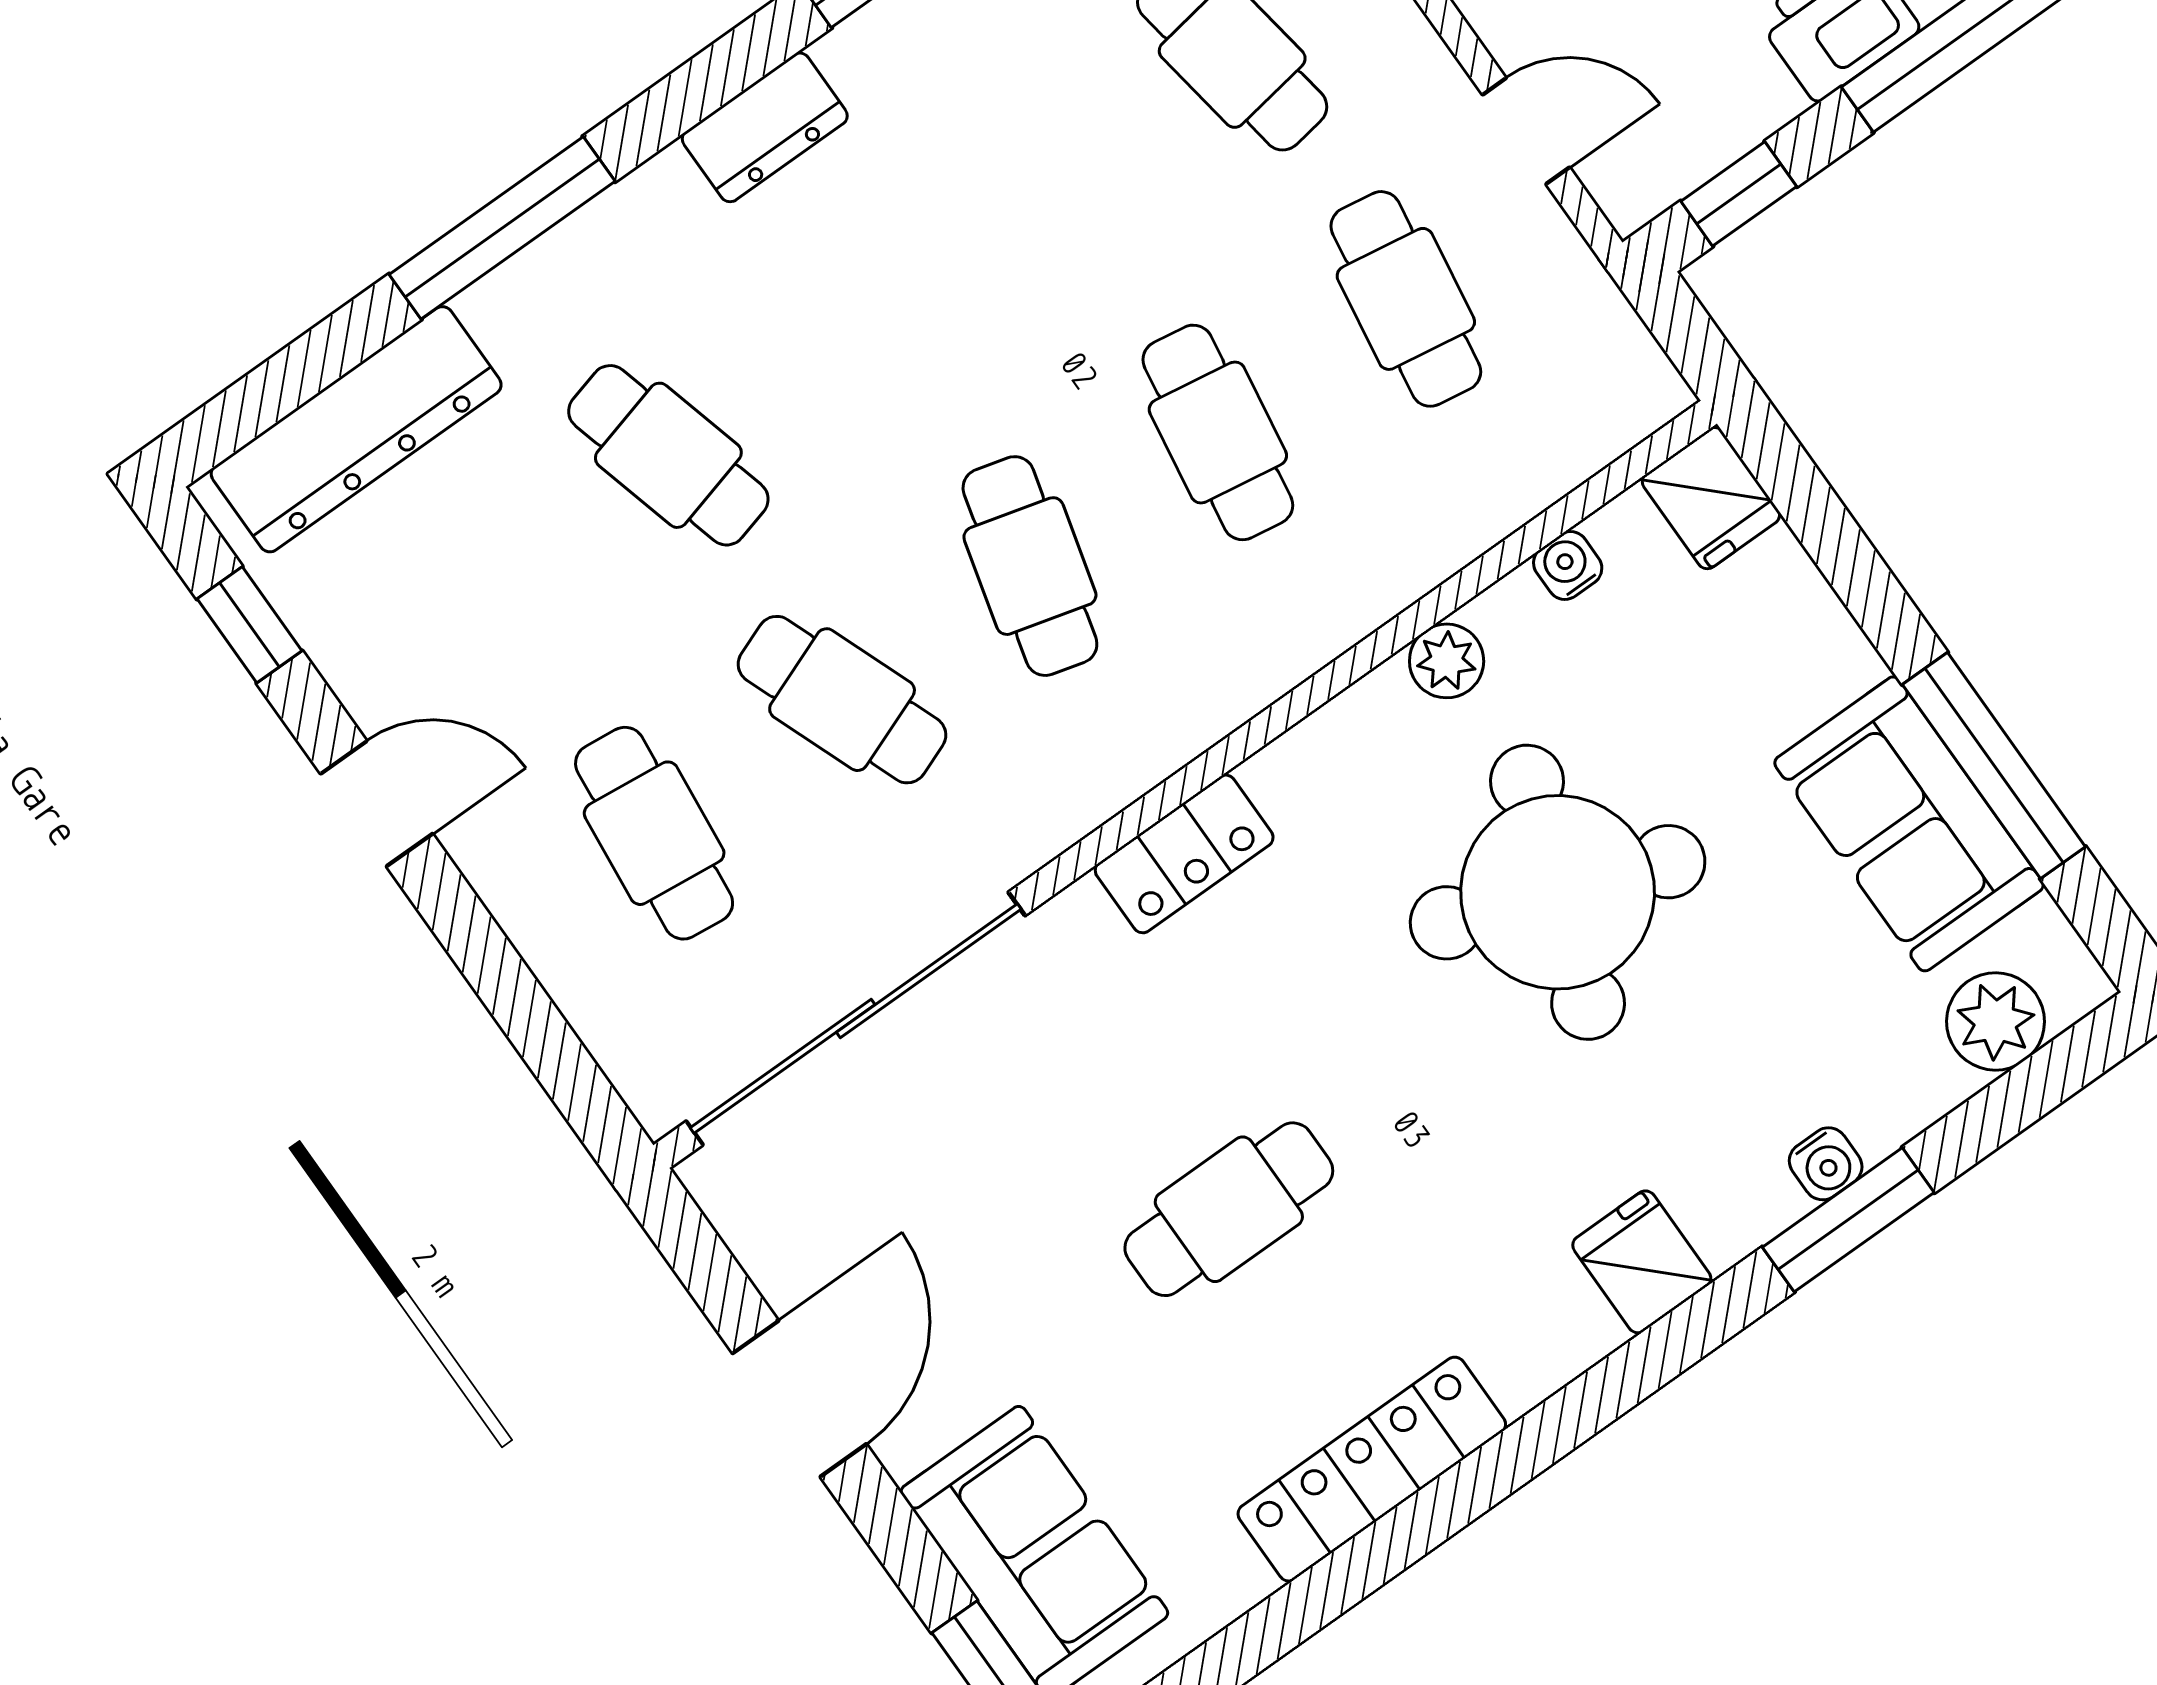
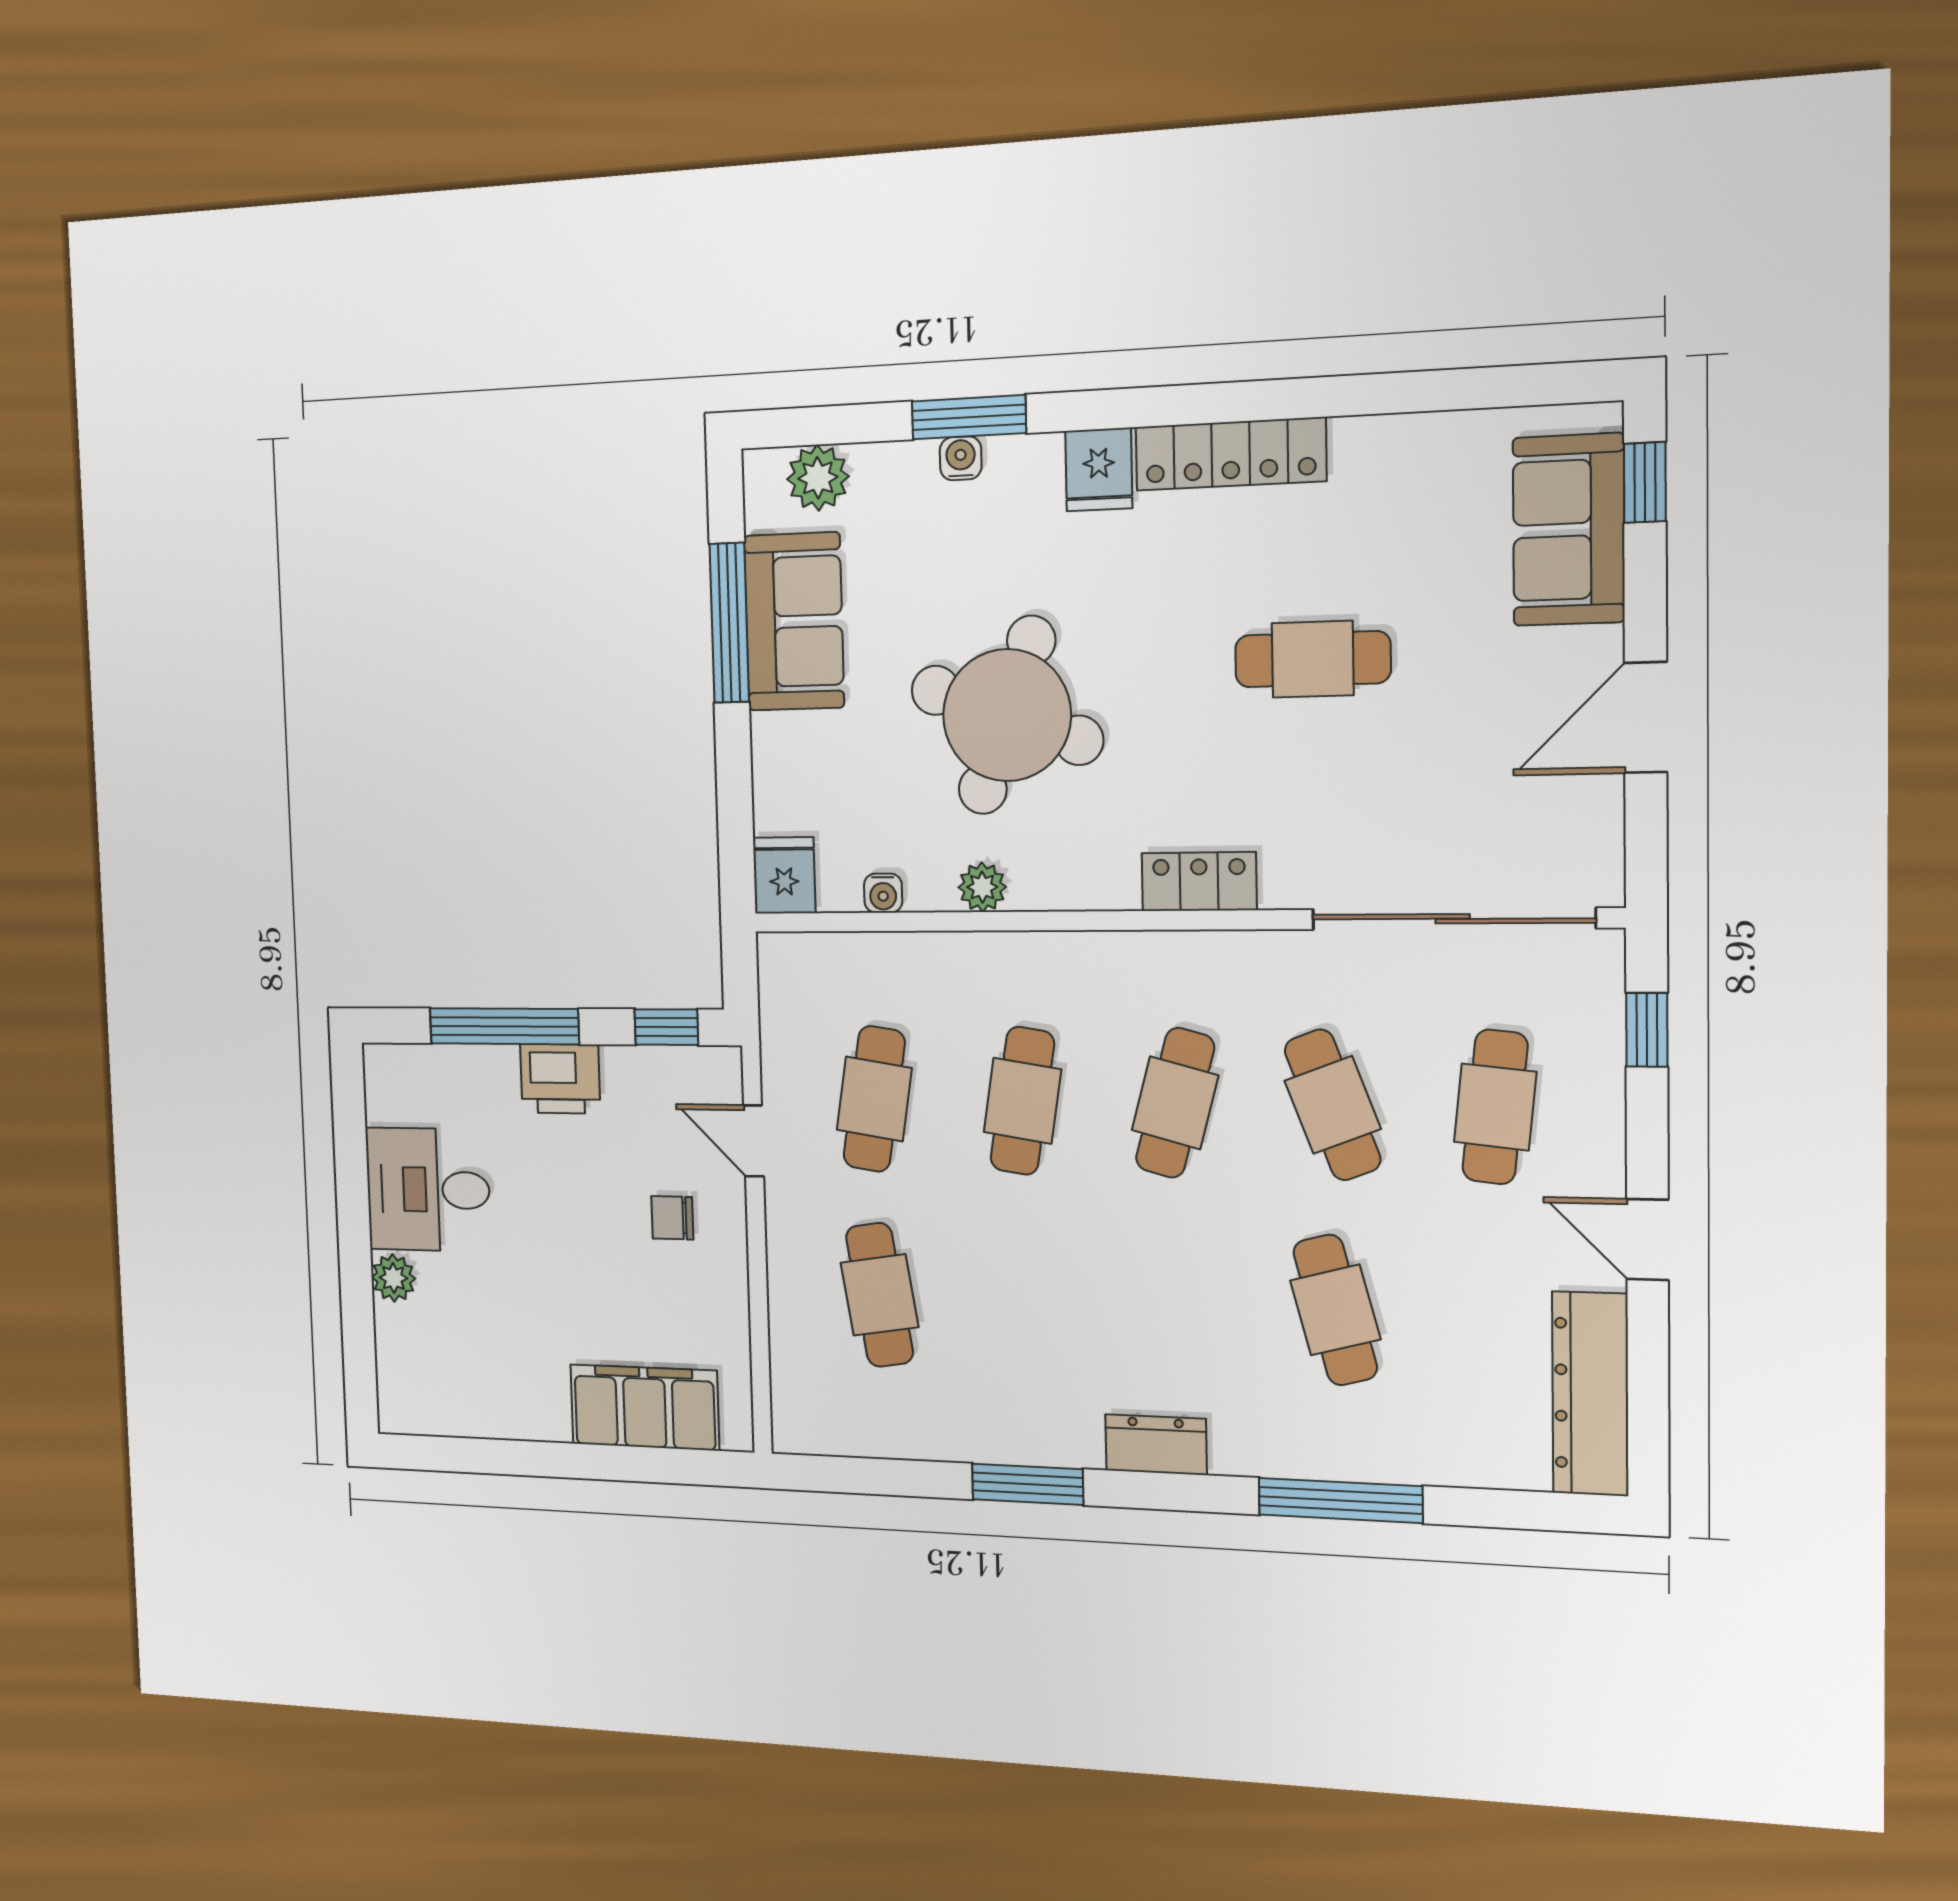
dresser: (356, 429) -> (1590, 1394), moved, turned -90
window: (249, 625) -> (1647, 1030), moved
locker: (1372, 1469) -> (1230, 454), moved

